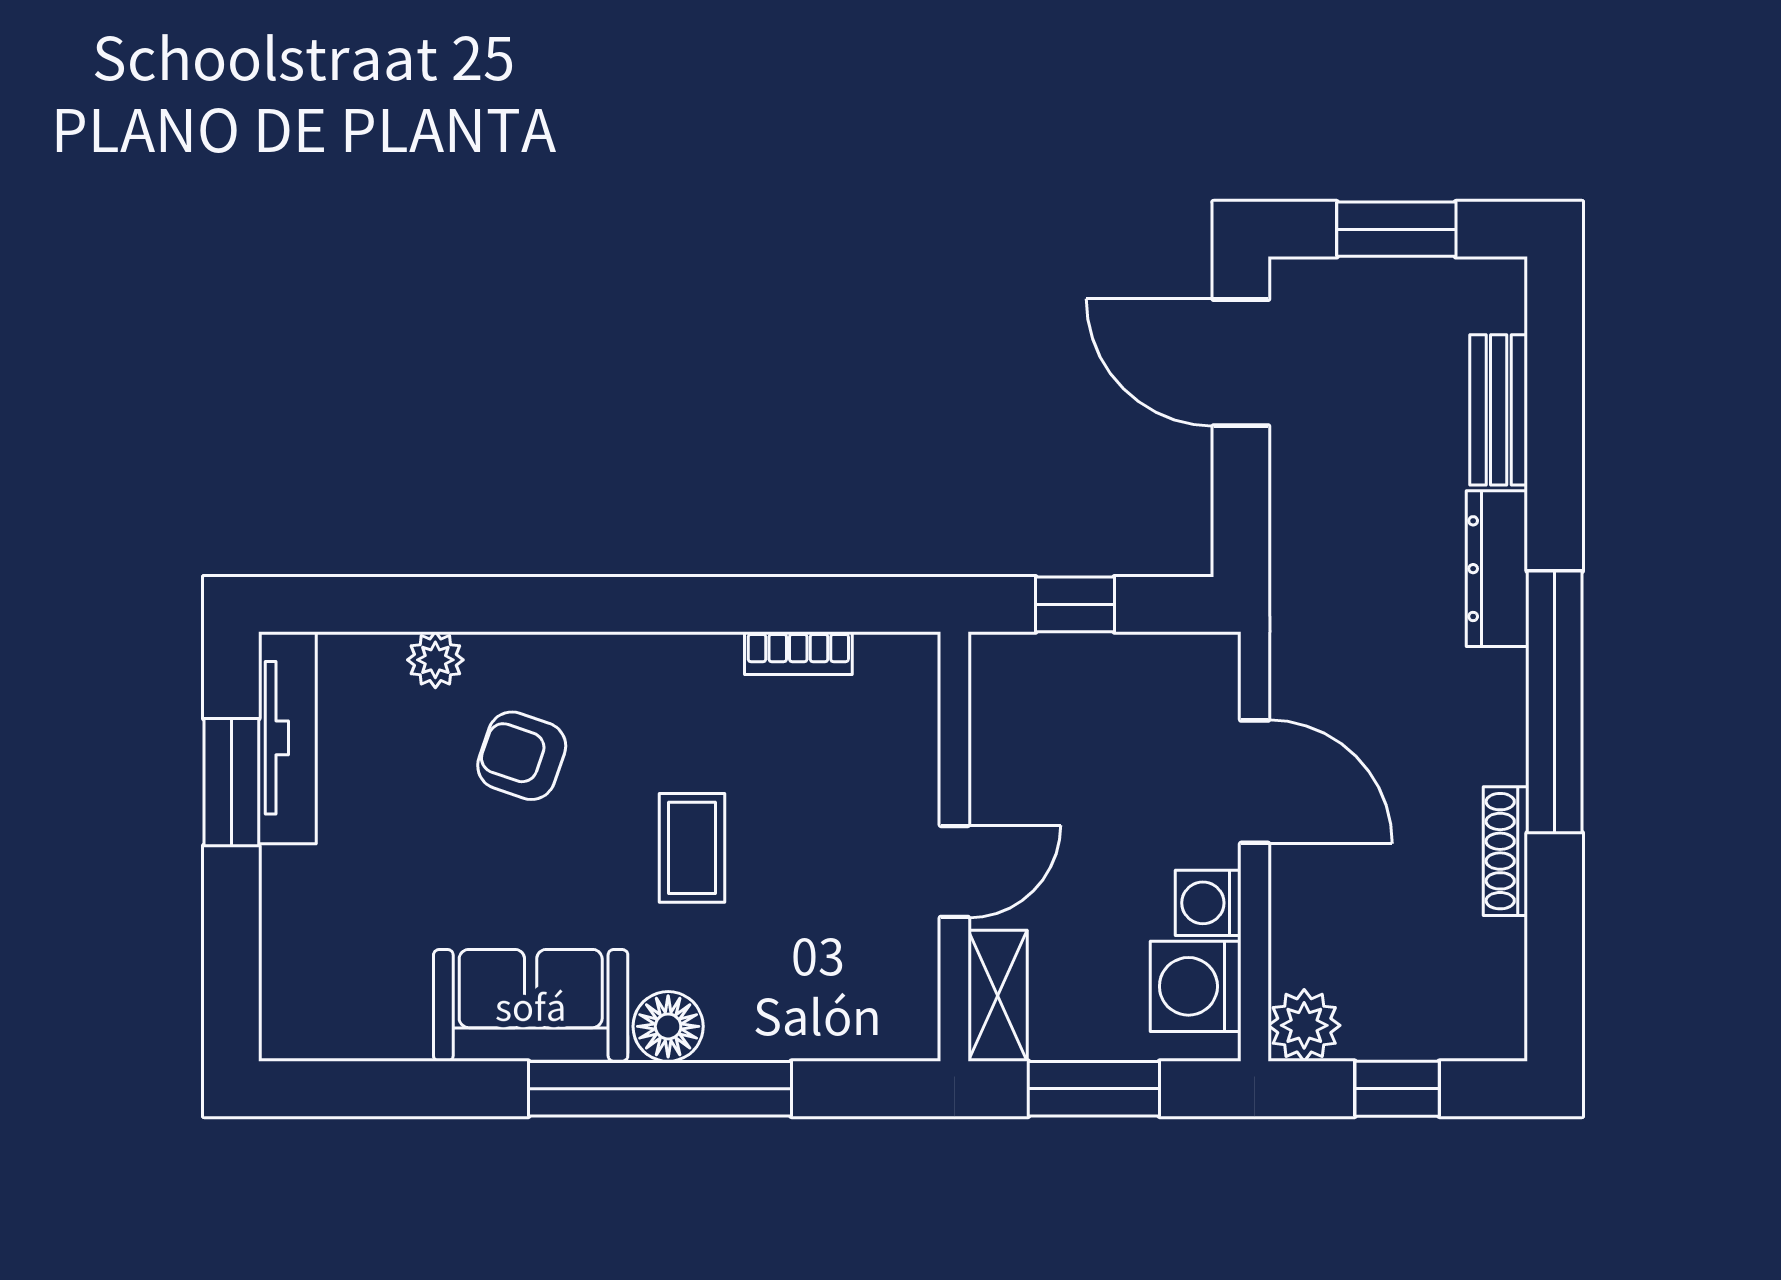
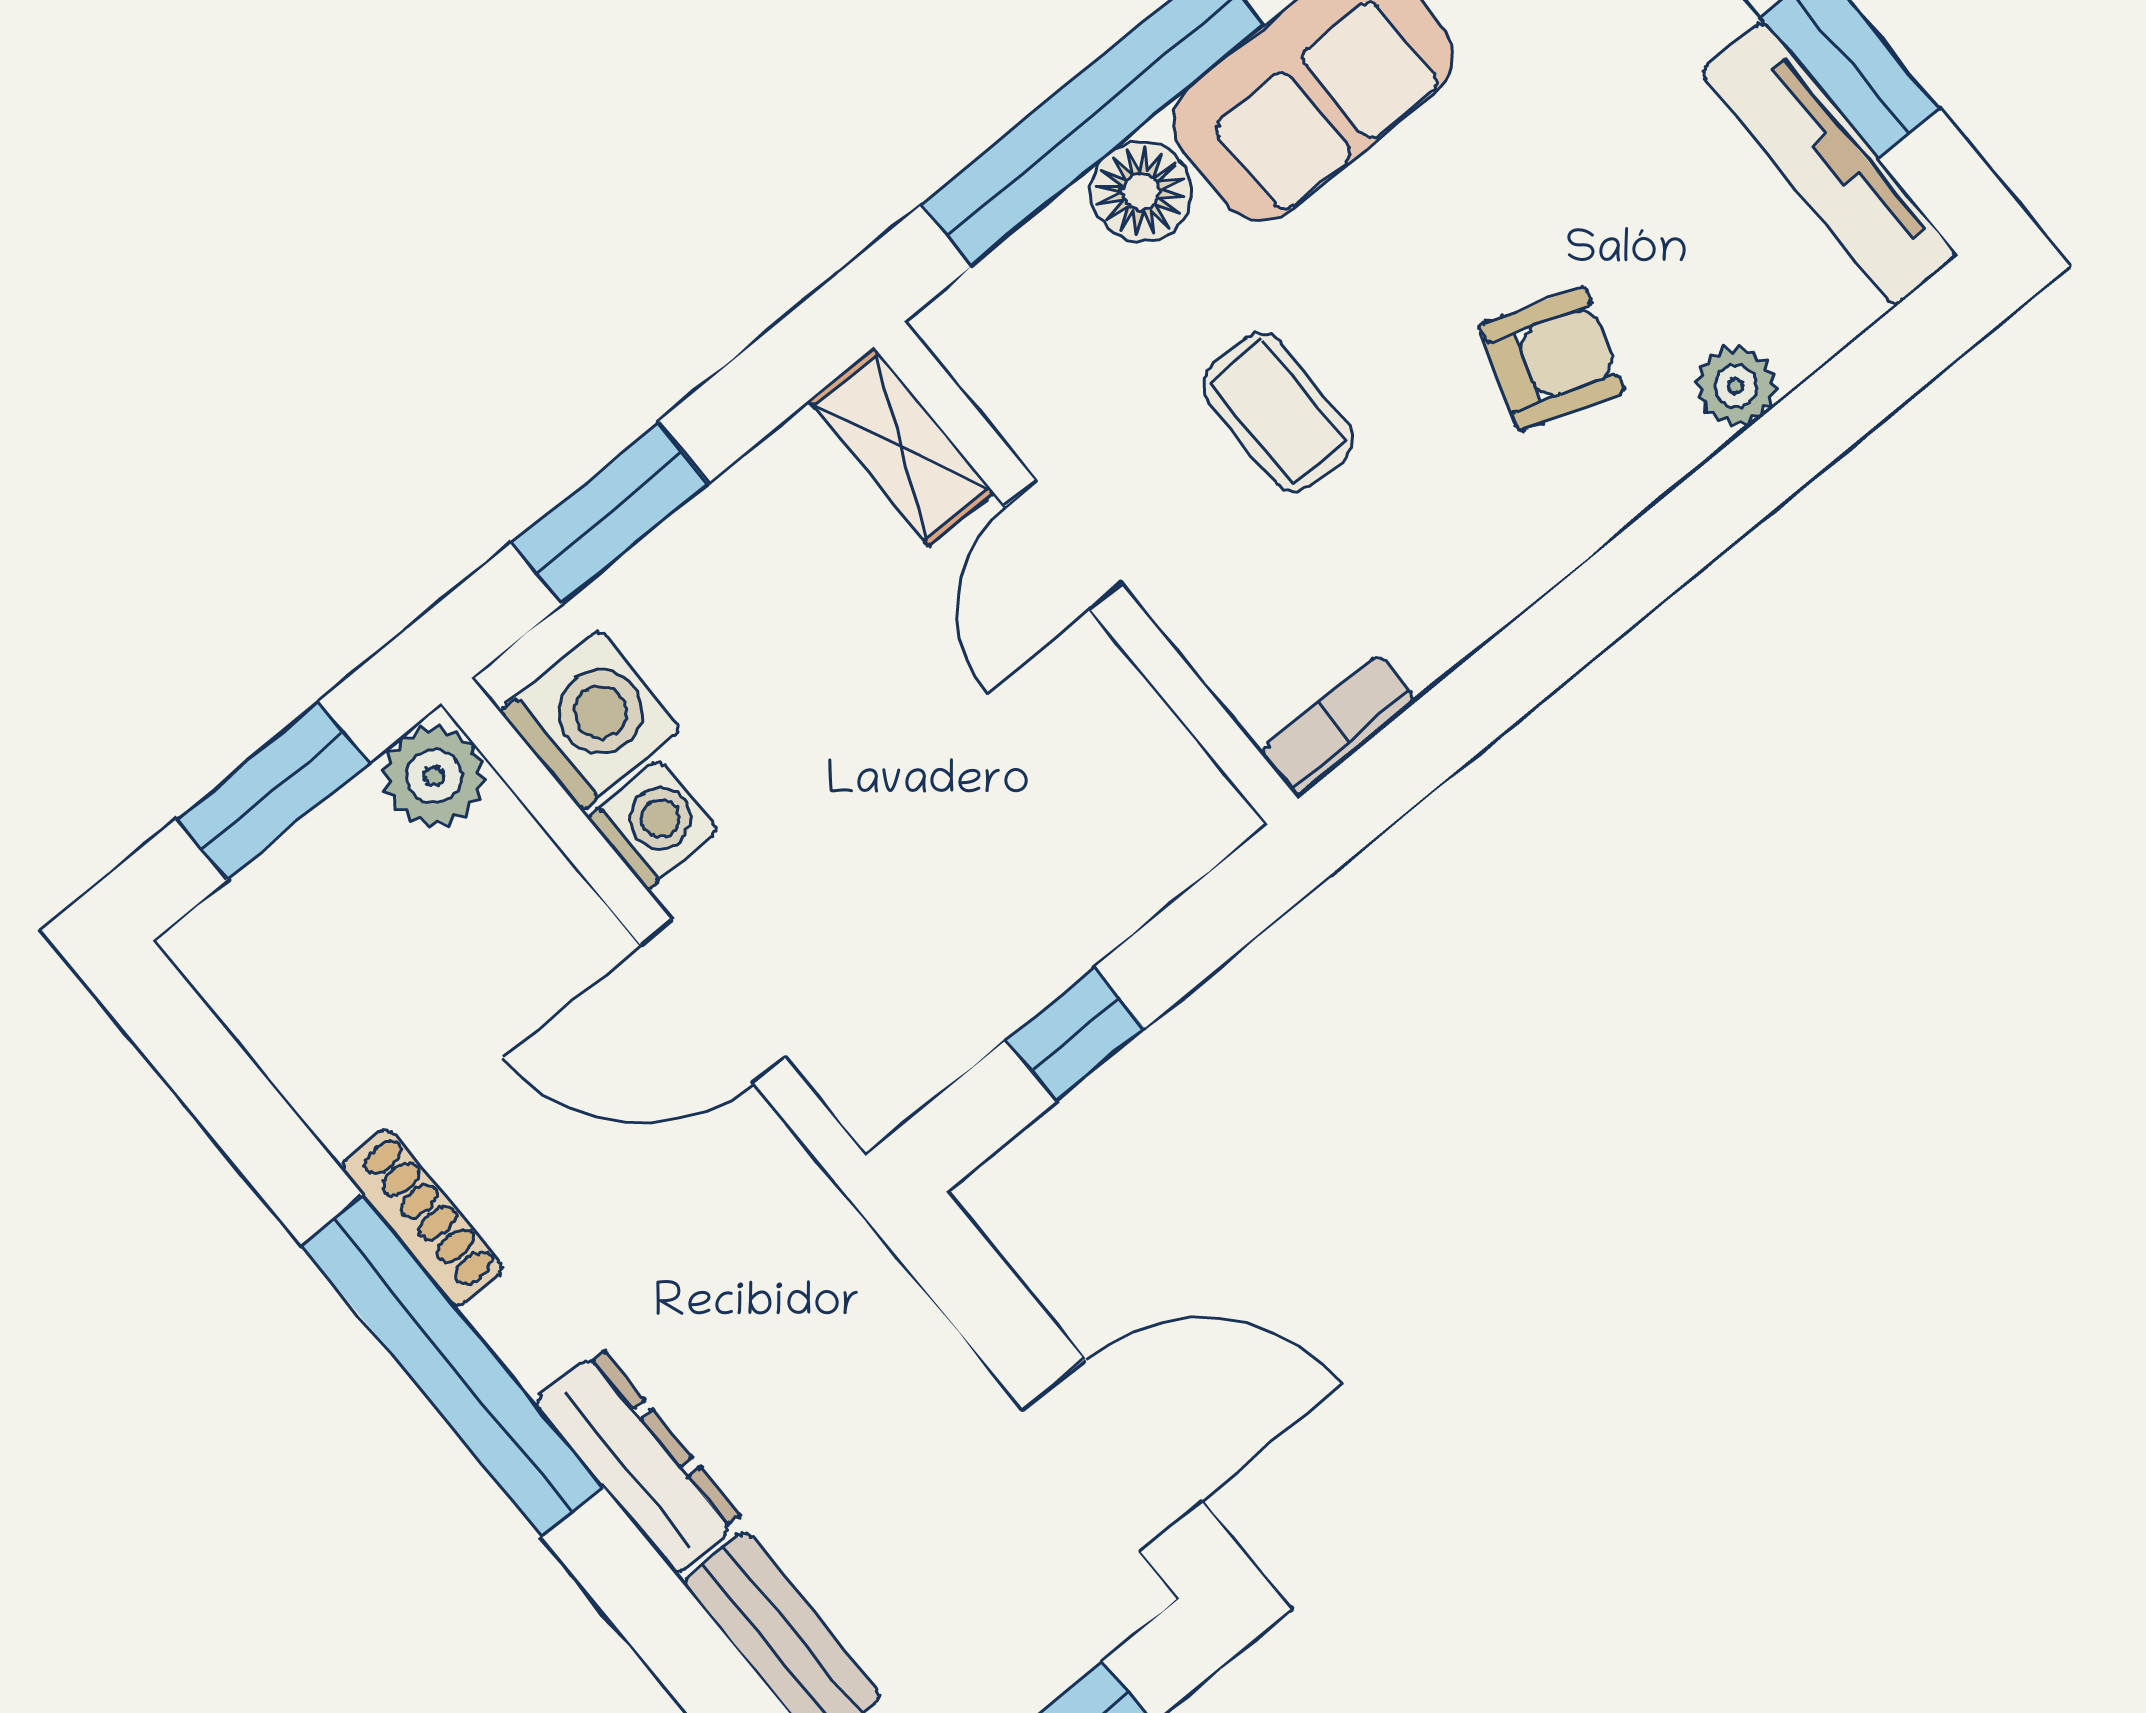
wall: (954, 847) -> (1086, 573), moved
shoe rack: (1505, 851) -> (422, 1218), moved
door: (954, 871) -> (1063, 545), moved
shelving: (998, 996) -> (901, 447), moved
window: (1397, 1089) -> (273, 791), width x1.50

